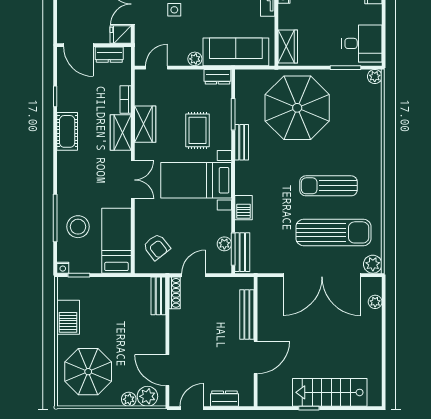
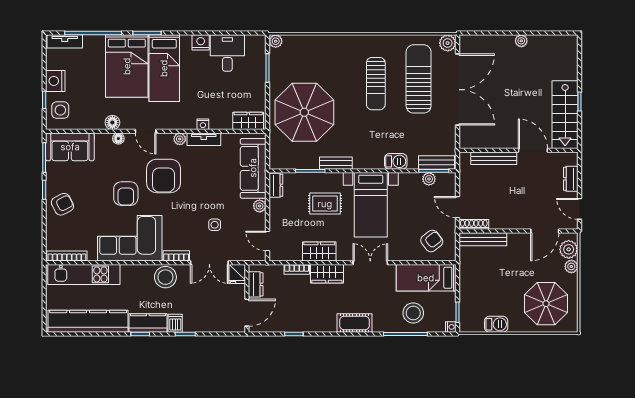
desk: (362, 43) -> (227, 53), moved
cot: (67, 131) -> (355, 323), moved
bench: (158, 296) -> (483, 239), width x1.36
plant: (375, 302) -> (521, 41), moved
barbecue: (68, 317) -> (496, 324), width x0.73, depth x0.79
stairs: (330, 392) -> (565, 115), moved

